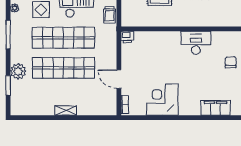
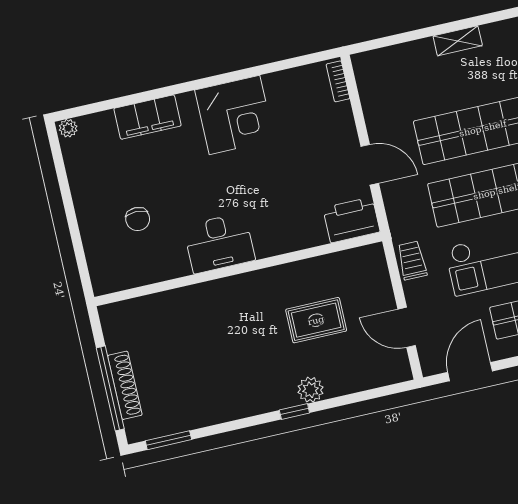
printer: (127, 37) -> (351, 220), width x1.87, depth x1.48
door: (119, 79) -> (370, 165), moved
corner desk: (162, 100) -> (235, 115), moved

